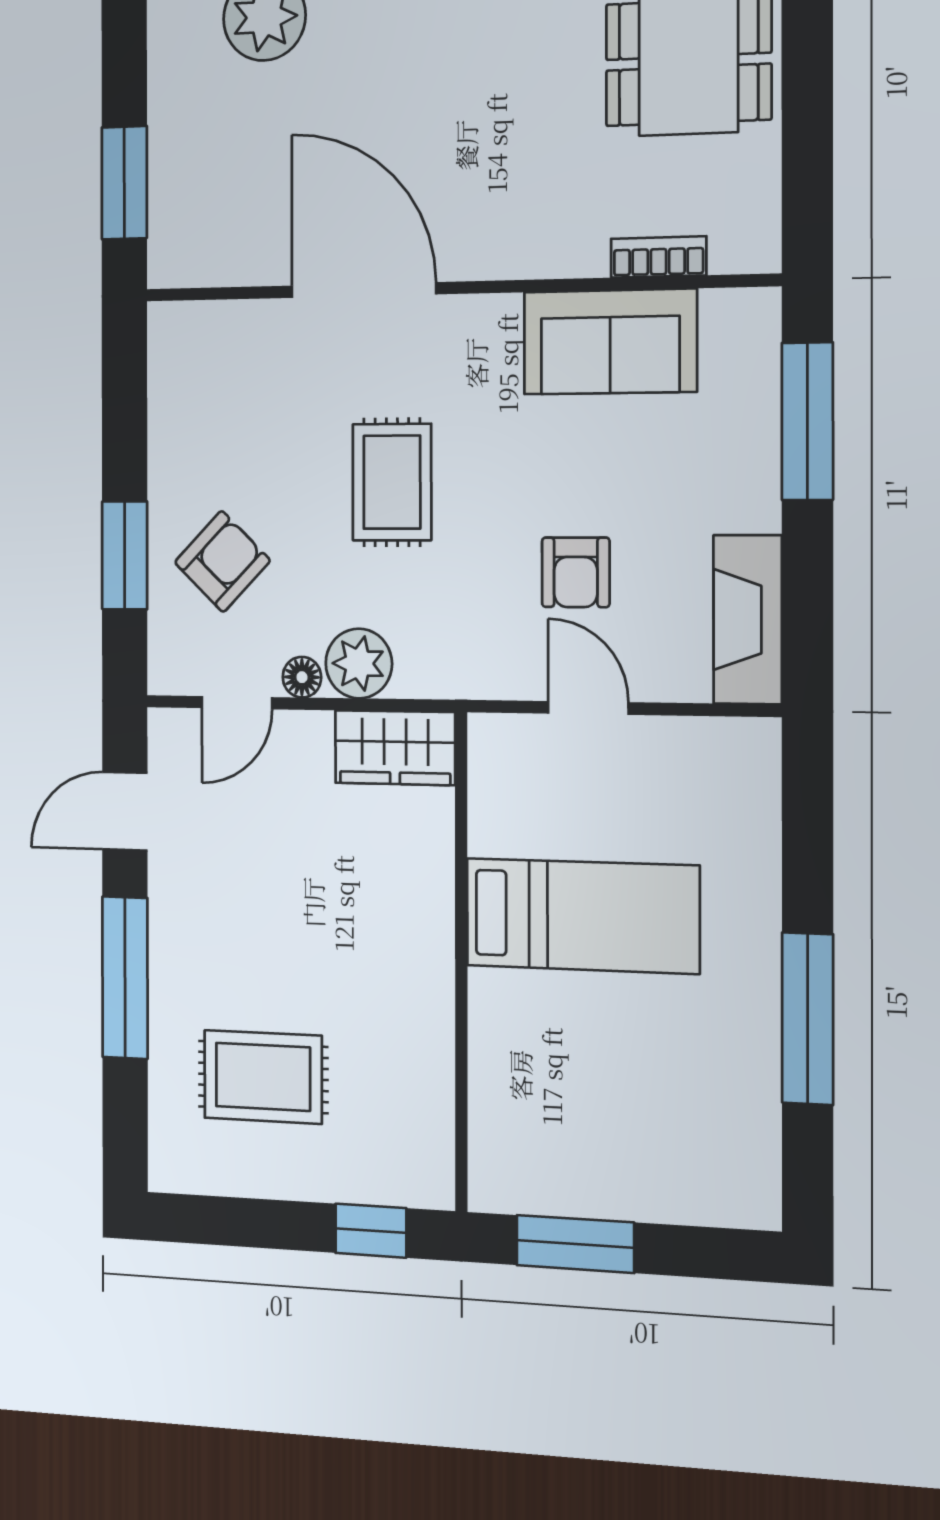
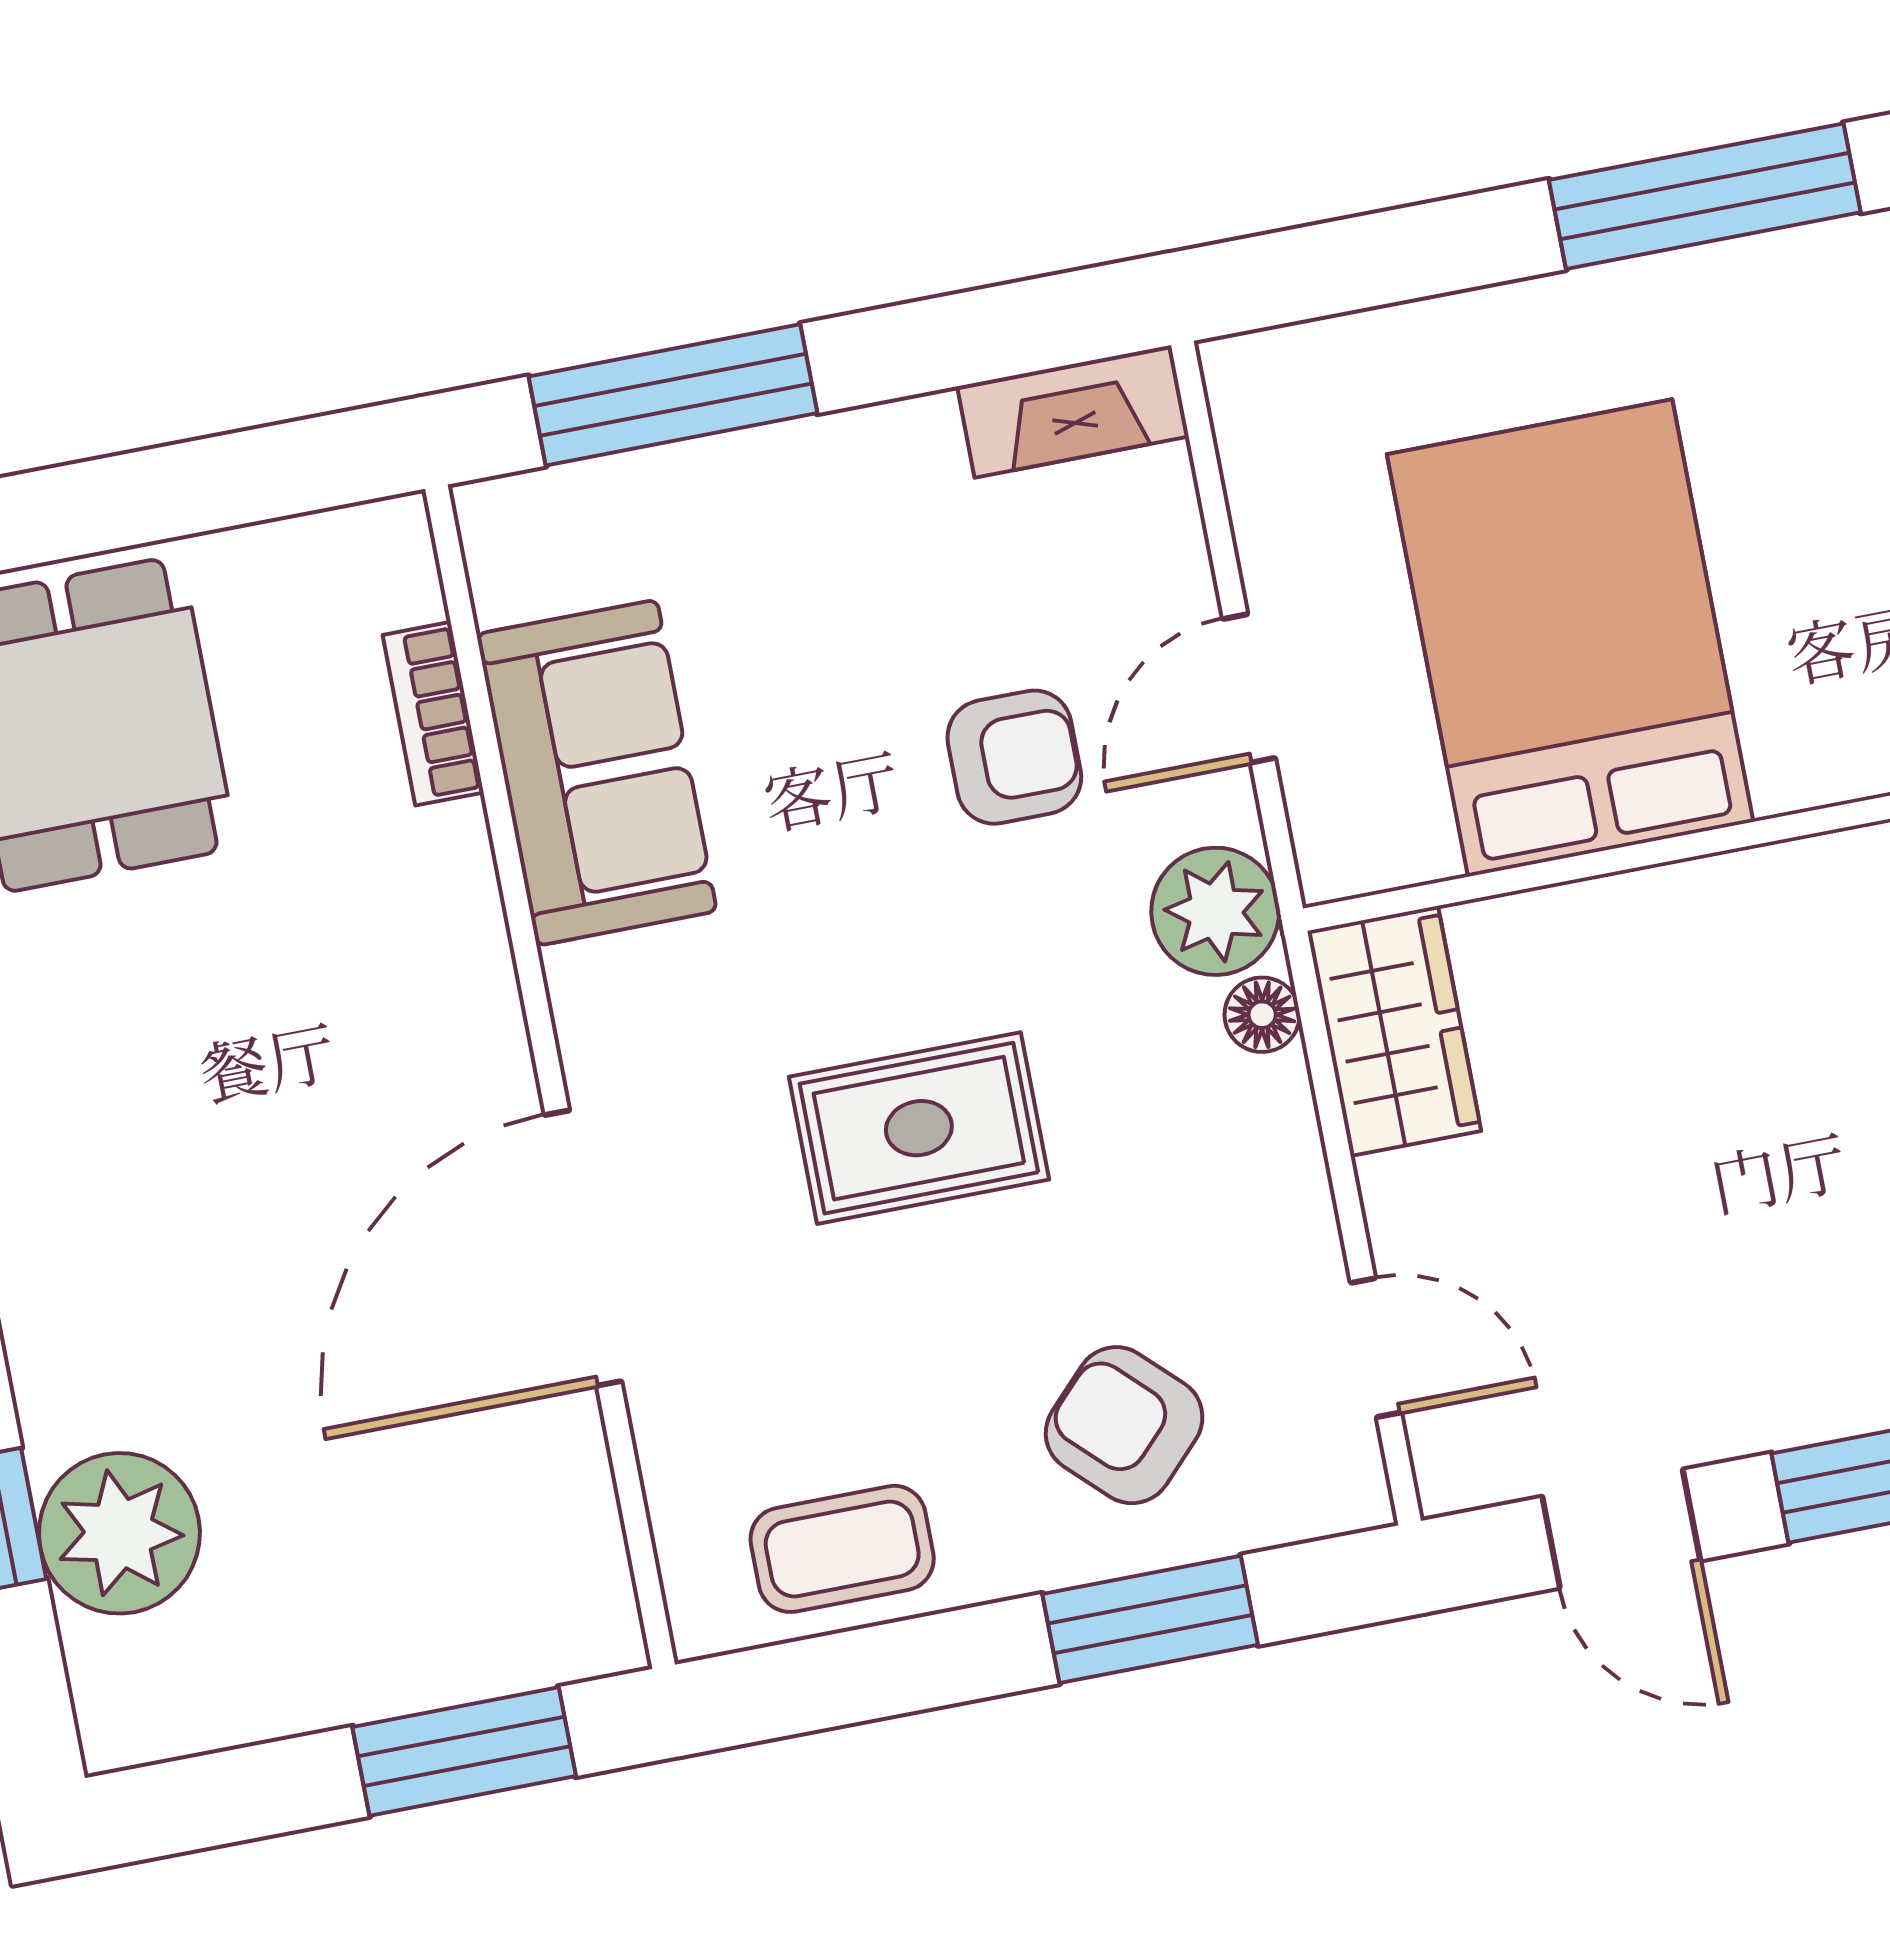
coffee table: (188, 400) -> (842, 1549), added
fireplace: (748, 620) -> (1073, 411), width x0.73, depth x0.76
plant: (359, 663) -> (1215, 911), moved
floor lamp: (302, 677) -> (1262, 1015), moved
bed: (582, 916) -> (1570, 638), width x1.50

